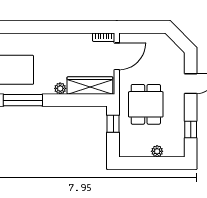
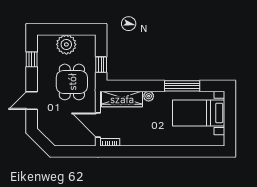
door: (117, 56) -> (98, 125), hinge flipped
plant: (157, 151) -> (66, 44), width x1.88, depth x1.88

